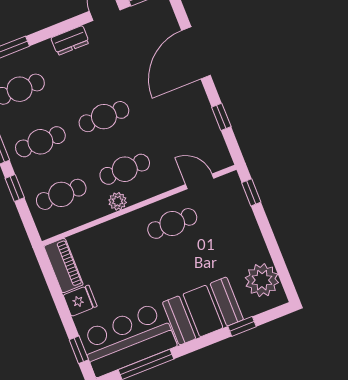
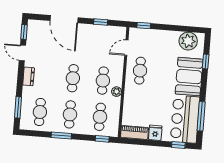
window: (15, 188) -> (102, 139), moved

